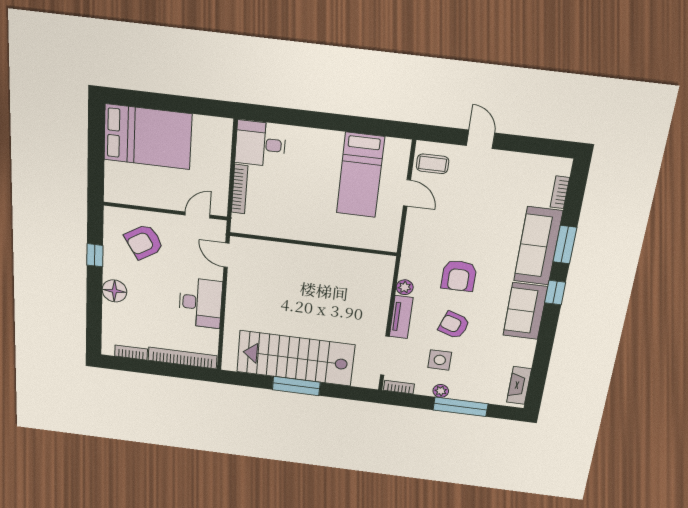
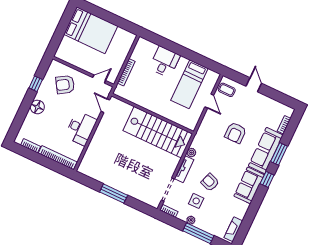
desk: (260, 144) -> (165, 62), moved, turned 90
armchair: (459, 276) -> (235, 133), moved
stairs: (295, 358) -> (158, 132), moved, turned 180

